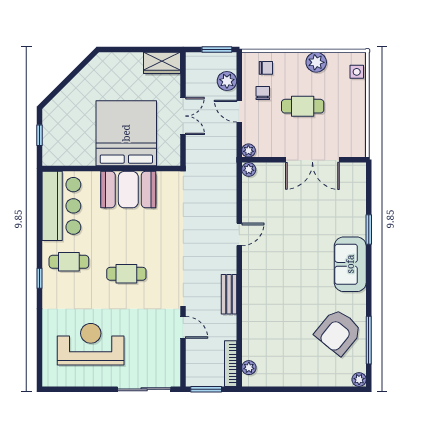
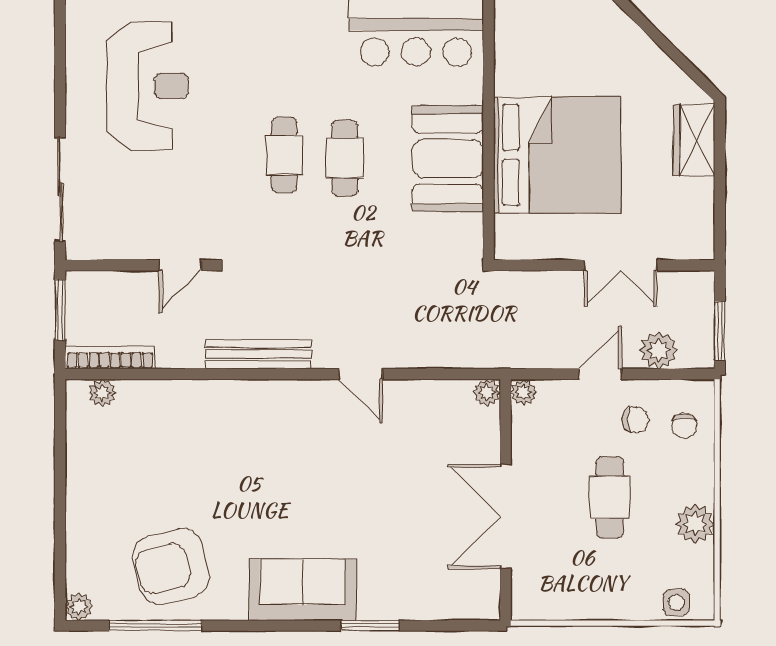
wardrobe: (162, 63) -> (694, 140), moved
double door: (183, 116) -> (621, 265), moved
cafe table: (69, 262) -> (345, 158), moved
bench: (229, 294) -> (258, 354), width x1.36
armchair: (338, 332) -> (171, 566), turned -53

